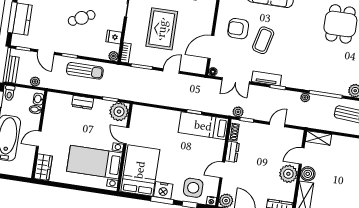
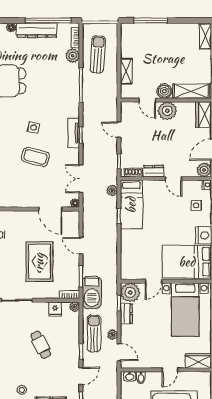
rug: (162, 29) -> (39, 262), turned 90
armchair: (238, 29) -> (28, 184), removed
side table: (292, 43) -> (34, 127), added
barbecue: (125, 75) -> (92, 292), added
tv unit: (266, 78) -> (74, 133), moved
double door: (236, 81) -> (81, 179), swing flipped
plant: (35, 82) -> (112, 335), moved
door: (63, 92) -> (119, 352), added
plant: (305, 97) -> (87, 105), removed
dresser: (83, 102) -> (126, 314), moved
plant: (238, 112) -> (112, 190), moved
shelving: (318, 138) -> (126, 71), moved
door: (39, 139) -> (170, 370), hinge flipped
side table: (193, 188) -> (196, 205), width x0.54, depth x0.54

